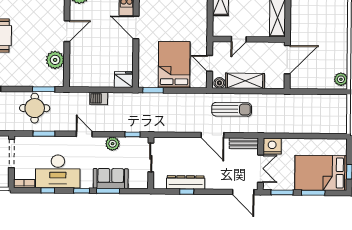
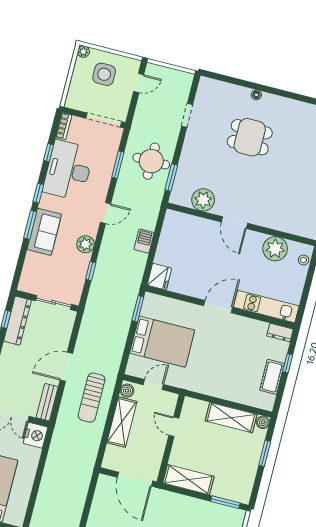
sliding door: (151, 157) -> (54, 302), moved
wall: (151, 163) -> (47, 301), moved

